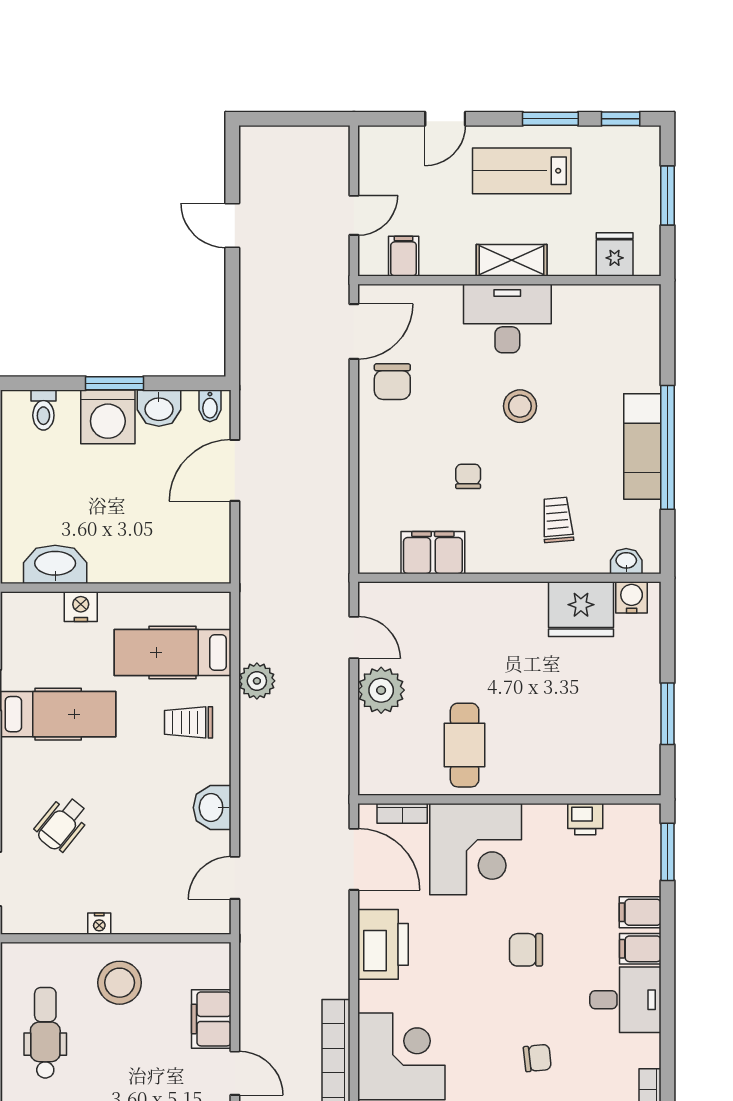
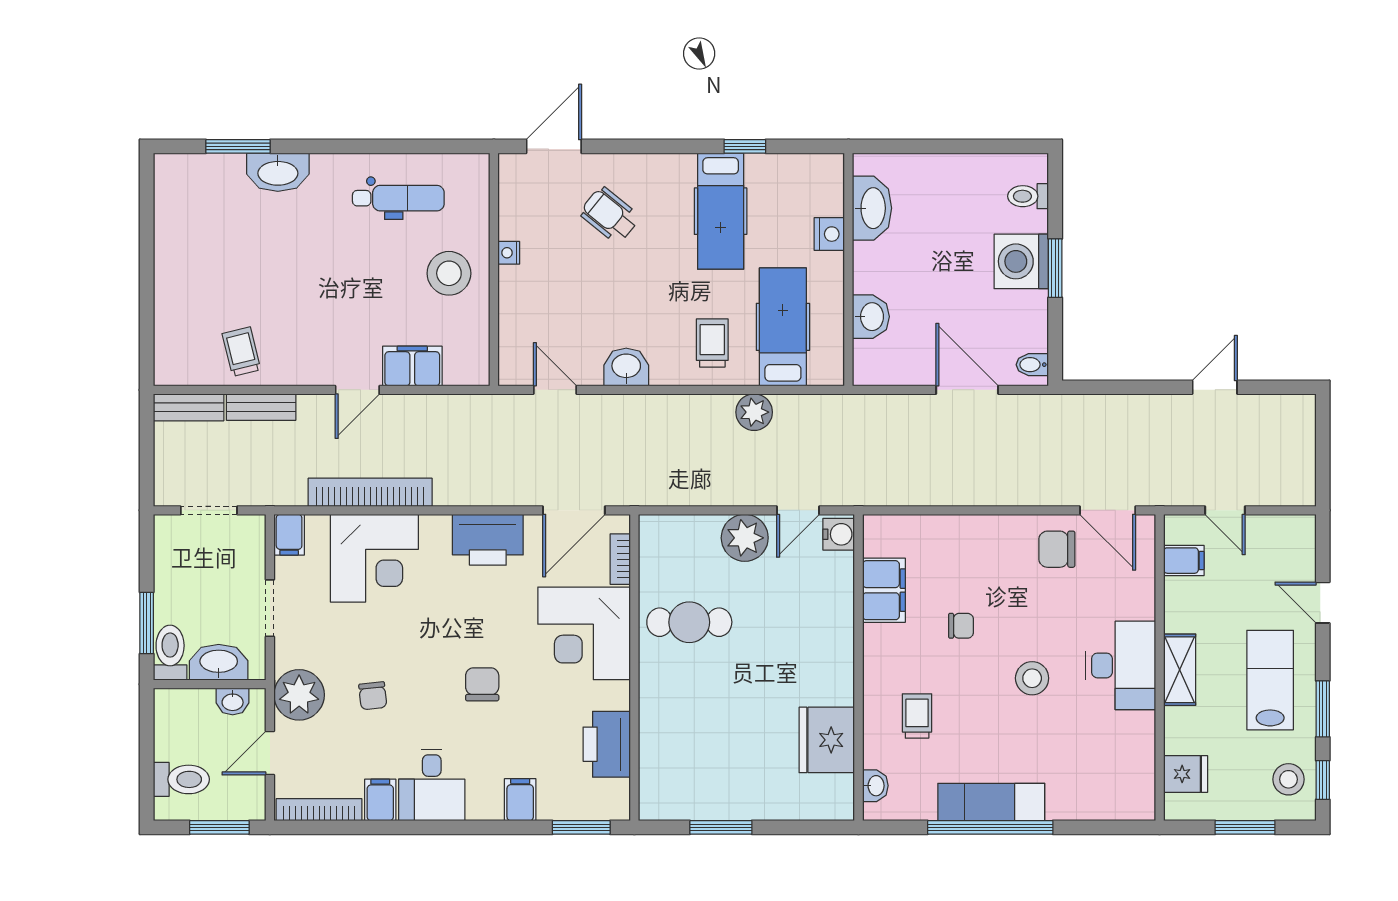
stool: (620, 153) -> (1288, 779), added
washbasin: (159, 408) -> (871, 317), moved, turned 180
trolley: (557, 520) -> (917, 716), turned -85
water cooler: (632, 597) -> (839, 534), moved
printer: (585, 819) -> (607, 744), width x1.87, depth x1.48
filing cabinet: (640, 949) -> (380, 800), moved

